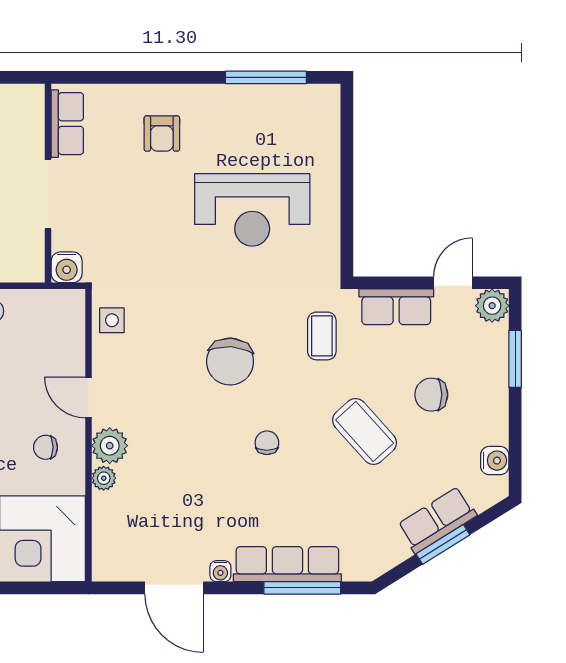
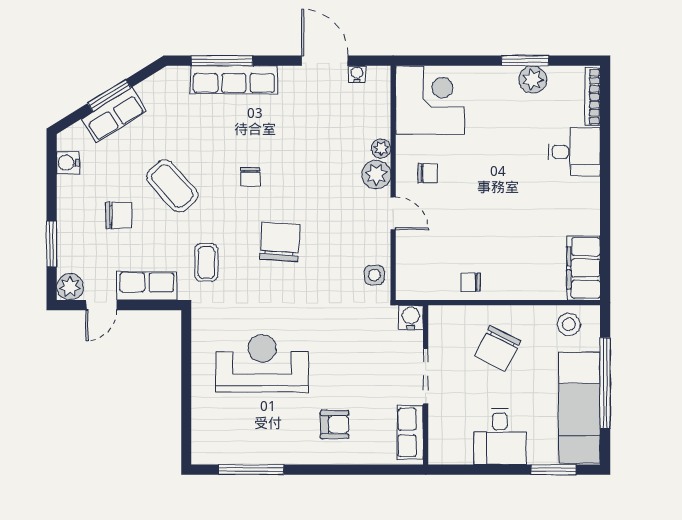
armchair: (162, 134) -> (335, 425), turned 90
water cooler: (220, 571) -> (357, 74), moved

